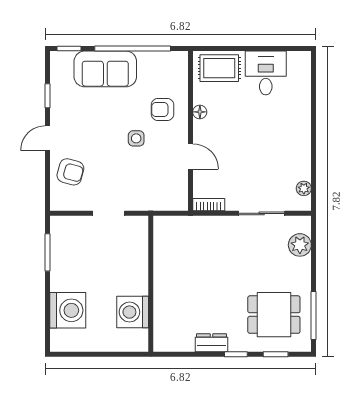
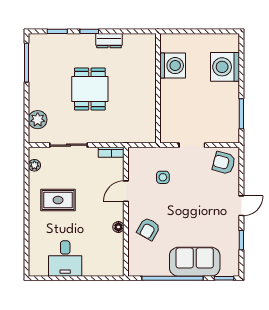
rug: (219, 68) -> (58, 200), moved
armchair: (163, 109) -> (149, 229), turned 120
side table: (136, 138) -> (163, 177), moved
door: (190, 156) -> (126, 191), hinge flipped
armchair: (70, 172) -> (224, 163), moved
dining table: (274, 315) -> (90, 89), moved, turned 90

